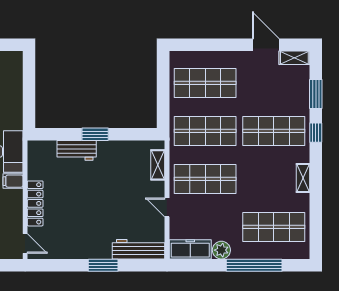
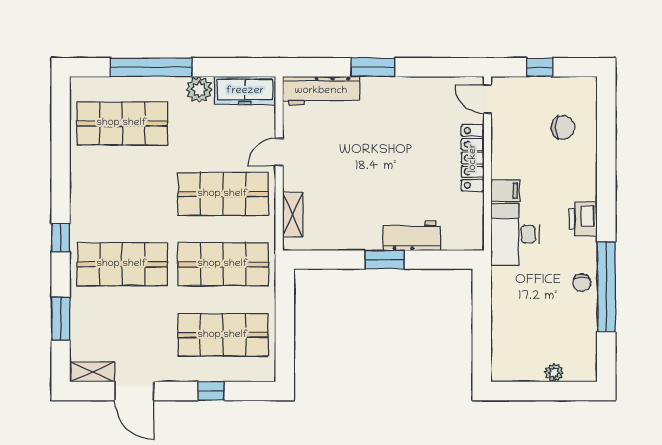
window: (213, 45) -> (211, 391), added
window: (316, 133) -> (61, 238), moved
shelving: (303, 178) -> (79, 195), removed
door: (167, 207) -> (279, 152), swing flipped

